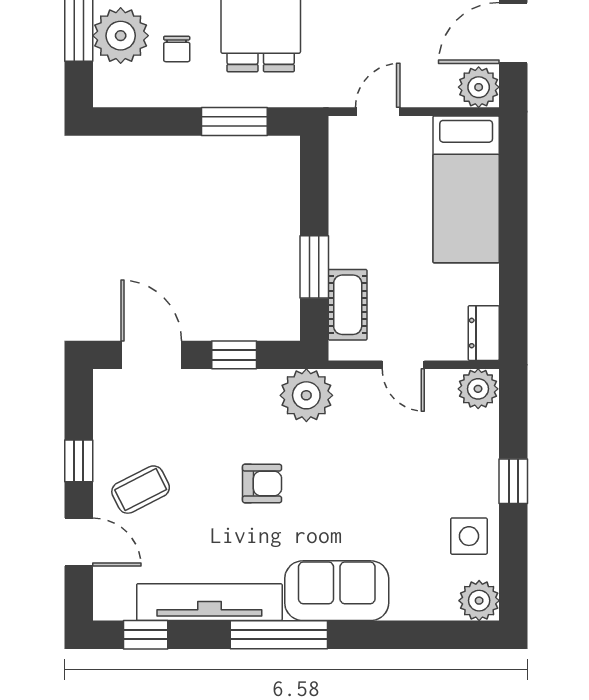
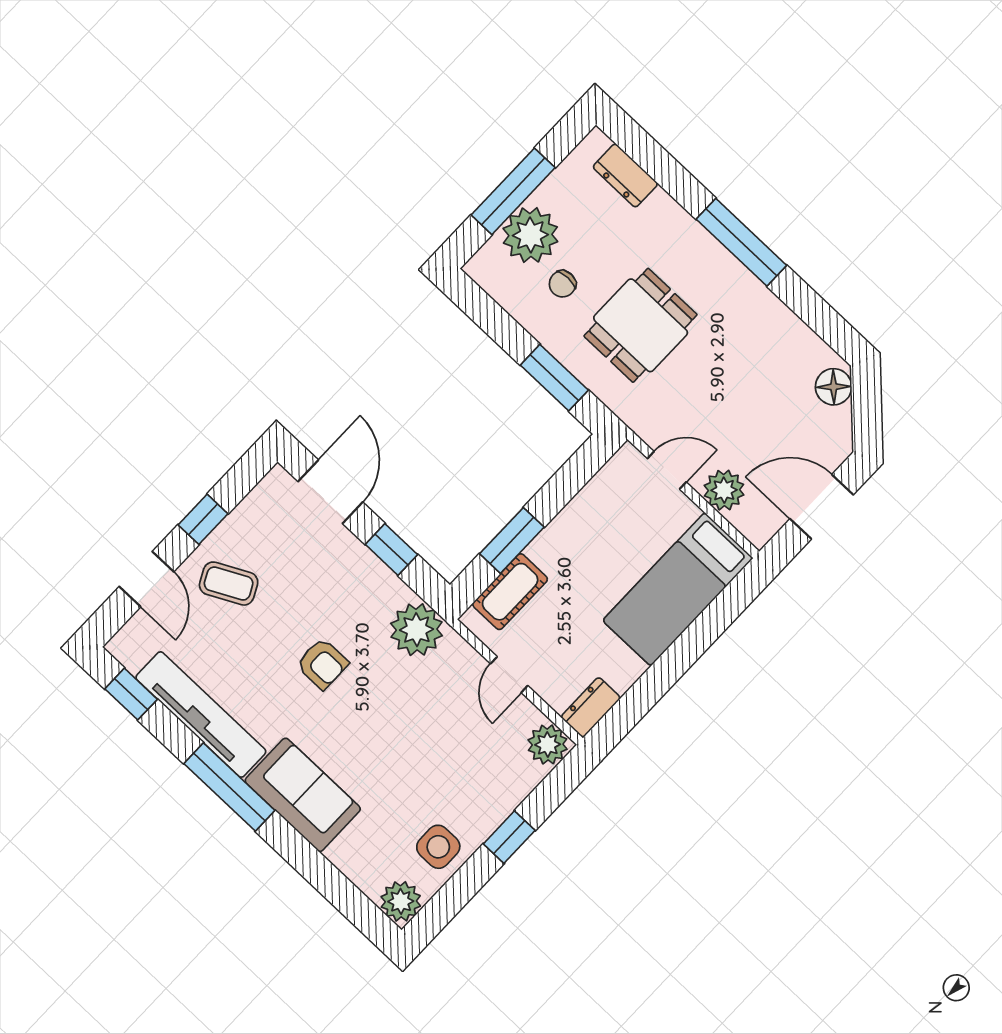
plant: (479, 87) -> (724, 490), moved

